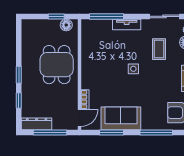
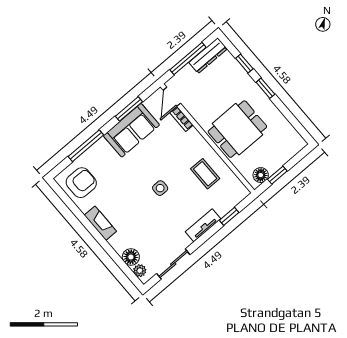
window: (106, 16) -> (229, 216), width x0.46
coffee table: (159, 49) -> (205, 174), moved
dining table: (57, 65) -> (237, 129), turned 90

